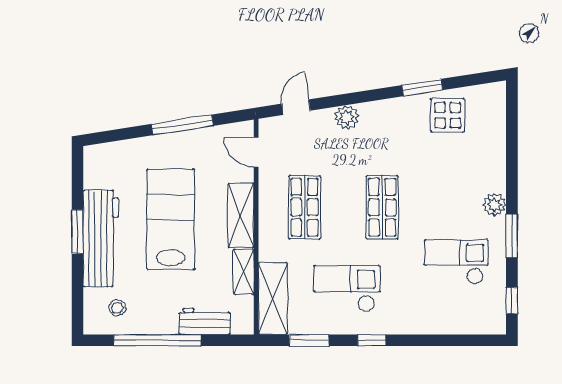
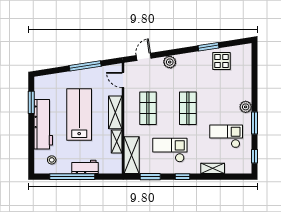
window: (78, 232) -> (31, 102), moved
workbench: (205, 321) -> (85, 167), moved
shelving: (430, 324) -> (213, 168), added

